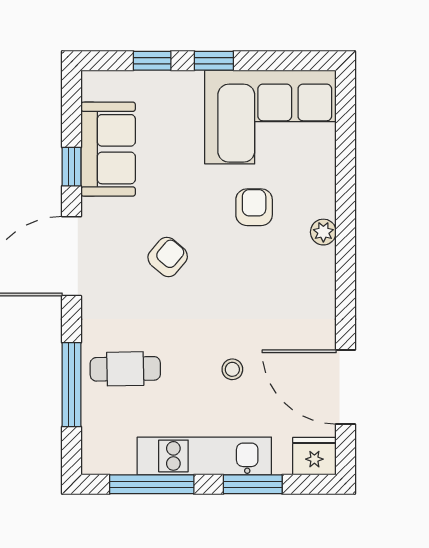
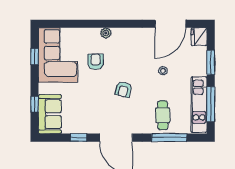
window: (214, 61) -> (35, 57), moved
sofa: (108, 149) -> (50, 114), moved, turned 90
armchair: (254, 207) -> (96, 62), turned 90
armchair: (168, 257) -> (124, 89), moved, turned -115
kitchen unit: (204, 456) -> (199, 105), moved

